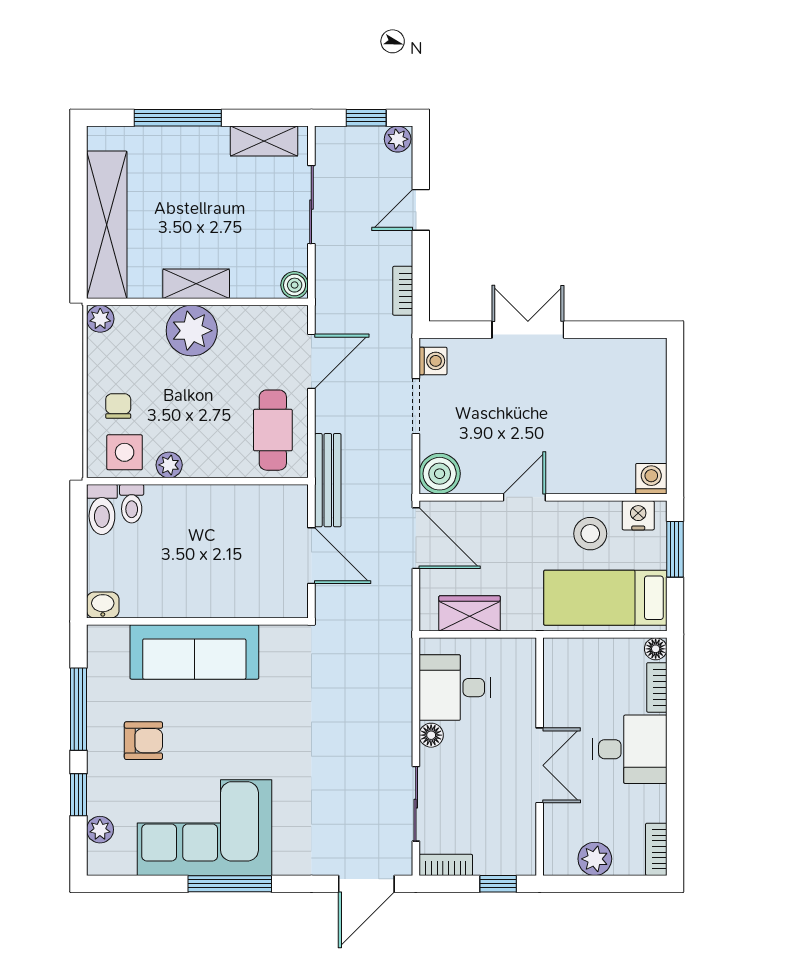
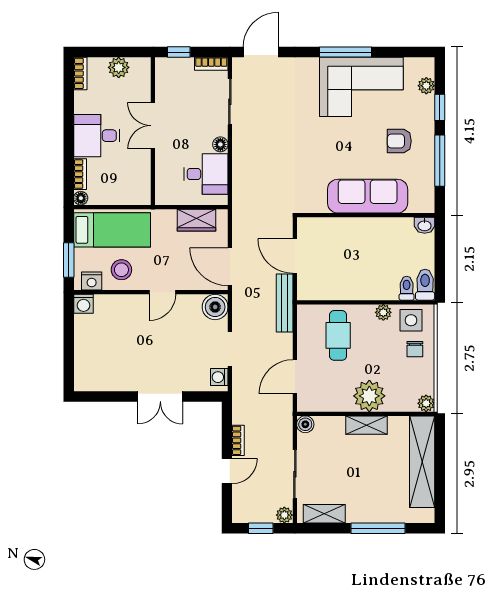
plant: (398, 139) -> (284, 515), moved
bookcase: (403, 291) -> (238, 440), moved
cafe table: (273, 430) -> (338, 335), moved

